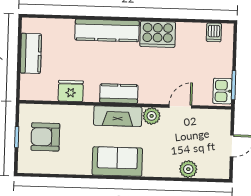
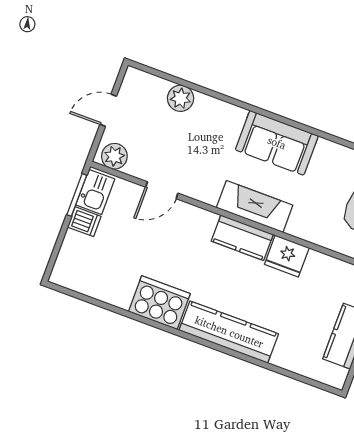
dishwasher: (214, 32) -> (84, 222), moved, turned 90
fridge: (71, 91) -> (287, 256), moved
plant: (152, 116) -> (114, 156), moved

